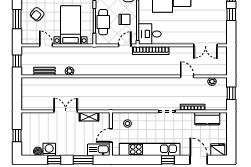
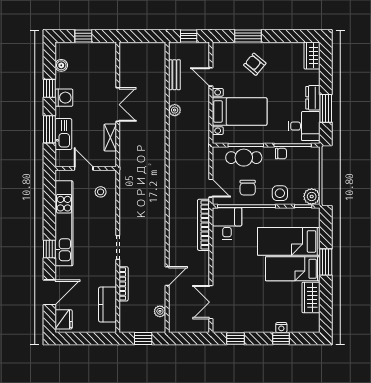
window: (231, 15) -> (236, 339), moved
door: (46, 45) -> (211, 77), swing flipped
washing machine: (49, 149) -> (64, 98), moved
kitchen sink: (99, 150) -> (63, 134), moved

